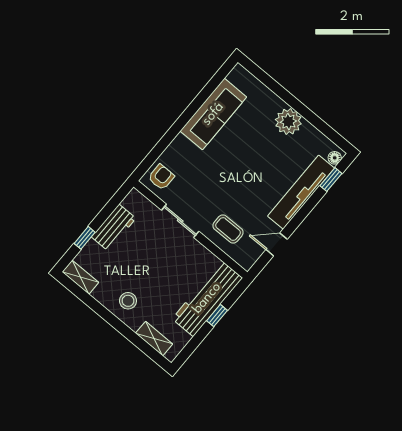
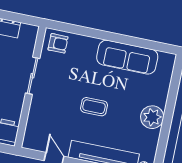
coffee table: (228, 229) -> (94, 107), moved, turned 90

